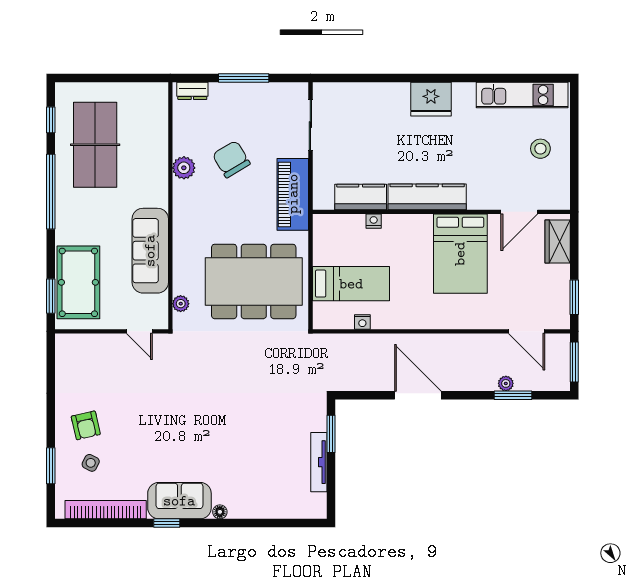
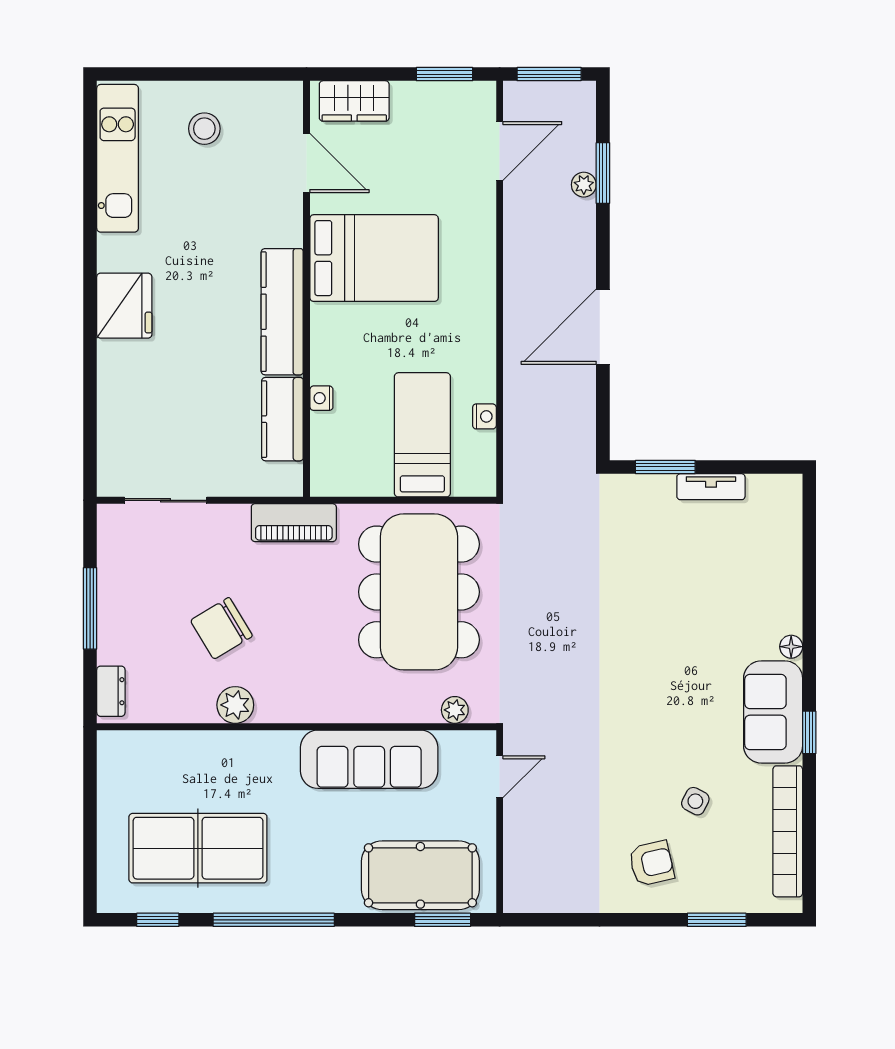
piano: (293, 194) -> (294, 523), width x0.73, depth x0.75
tv unit: (319, 462) -> (711, 487), width x0.71
side table: (91, 463) -> (695, 801), moved

